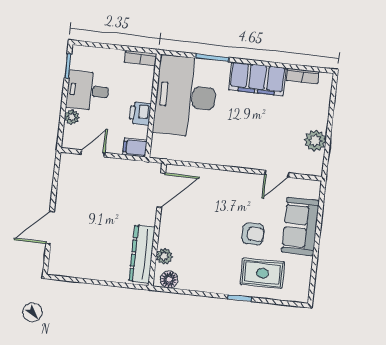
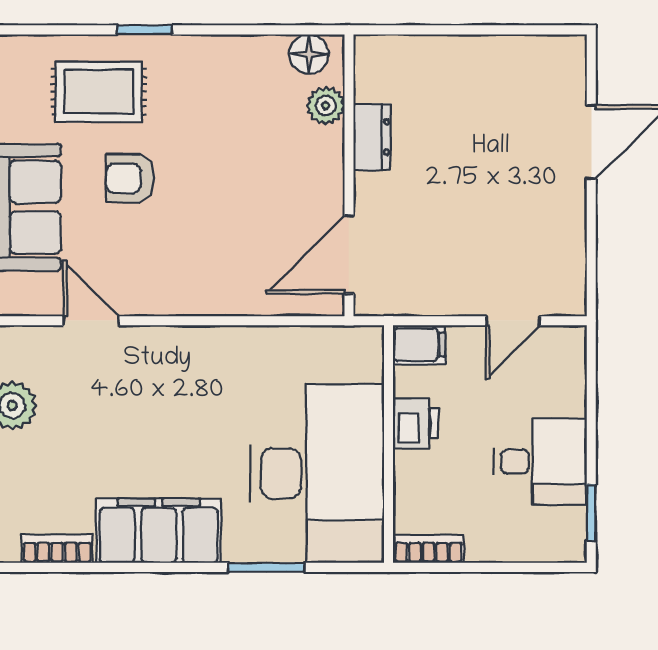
plant: (72, 117) -> (570, 398), removed
door: (277, 174) -> (91, 321), hinge flipped
dresser: (142, 254) -> (372, 137), width x0.51, depth x0.80

